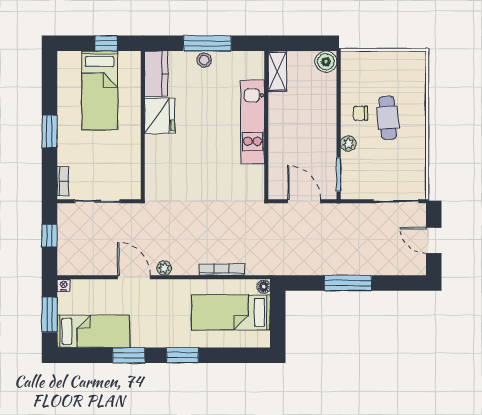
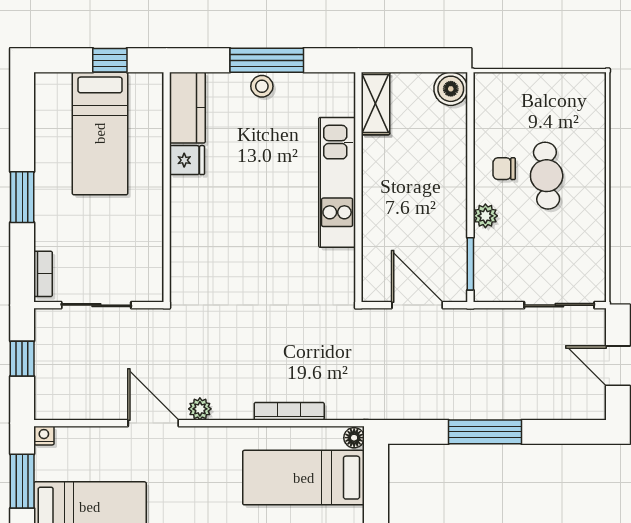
fridge: (160, 116) -> (187, 160), width x0.53, depth x0.75

